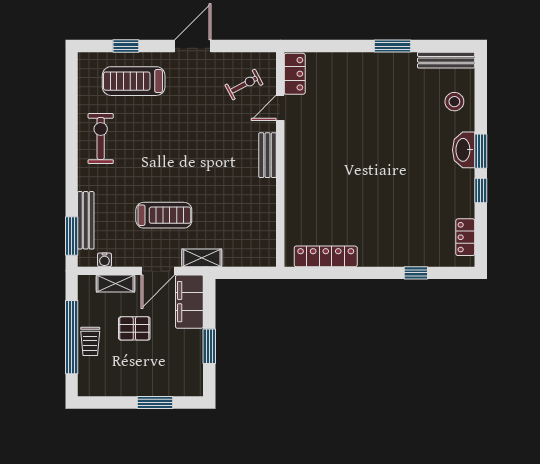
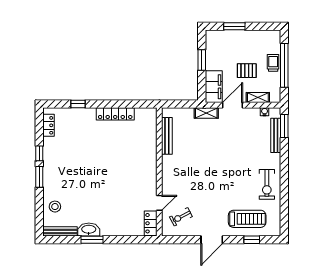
washbasin: (464, 150) -> (89, 230), moved, turned -90
bench: (268, 155) -> (167, 136), moved, width x1.36
treadmill: (164, 215) -> (229, 139), removed
locker: (326, 256) -> (115, 114), moved

